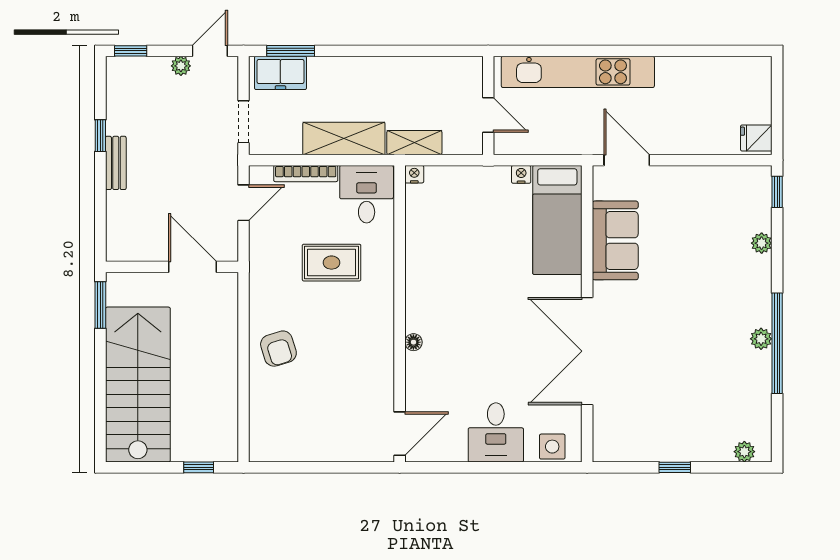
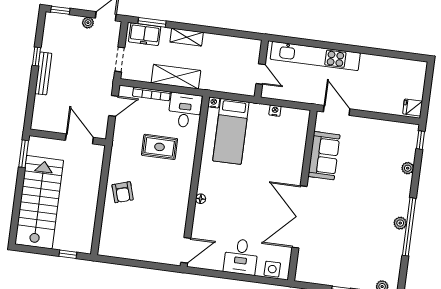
shelving: (414, 143) -> (187, 37), moved
bench: (116, 163) -> (43, 73), width x1.36
bed: (557, 220) -> (231, 131), moved

